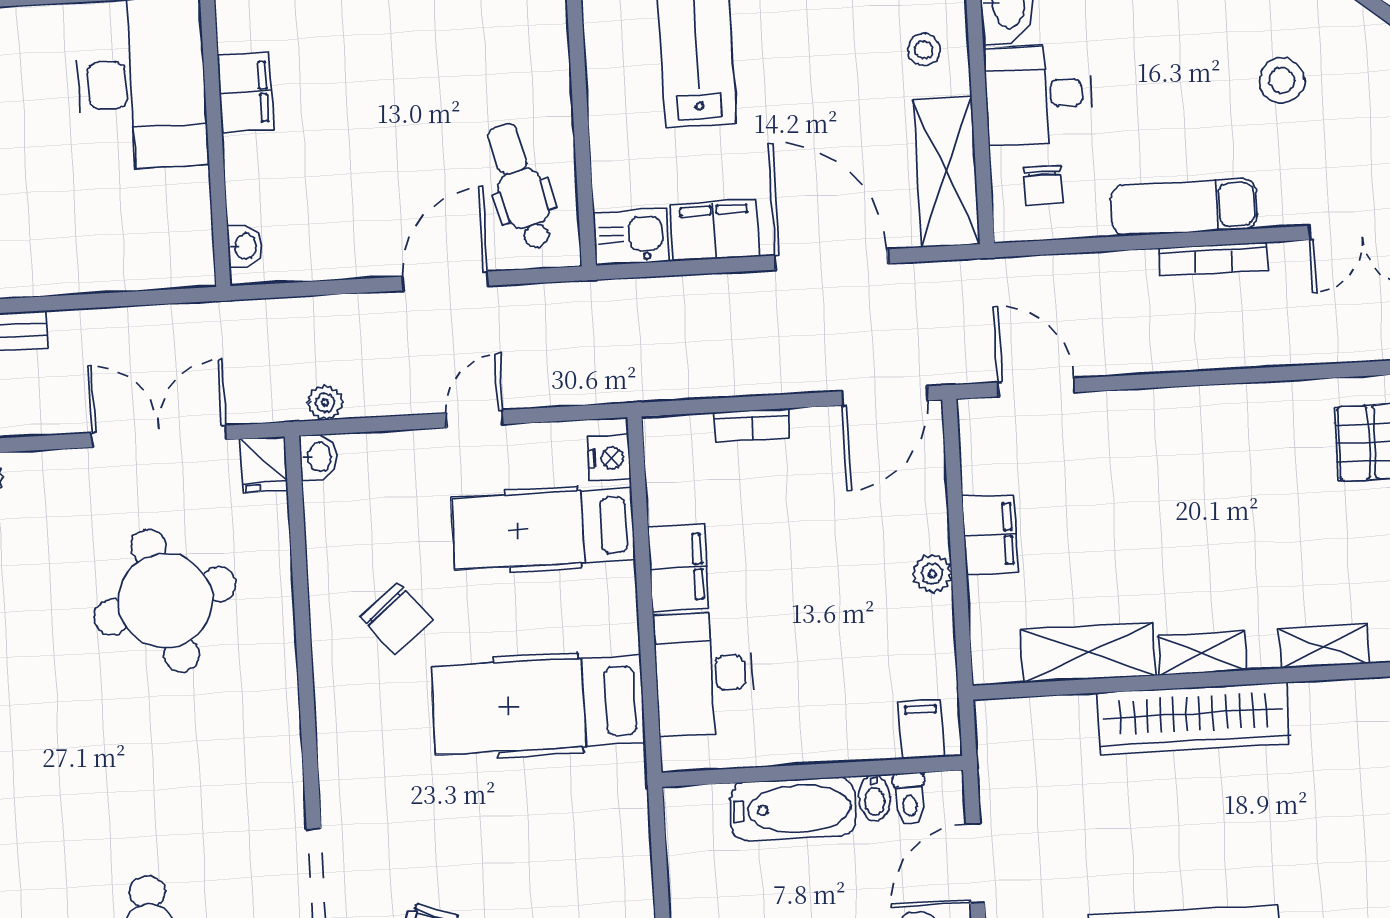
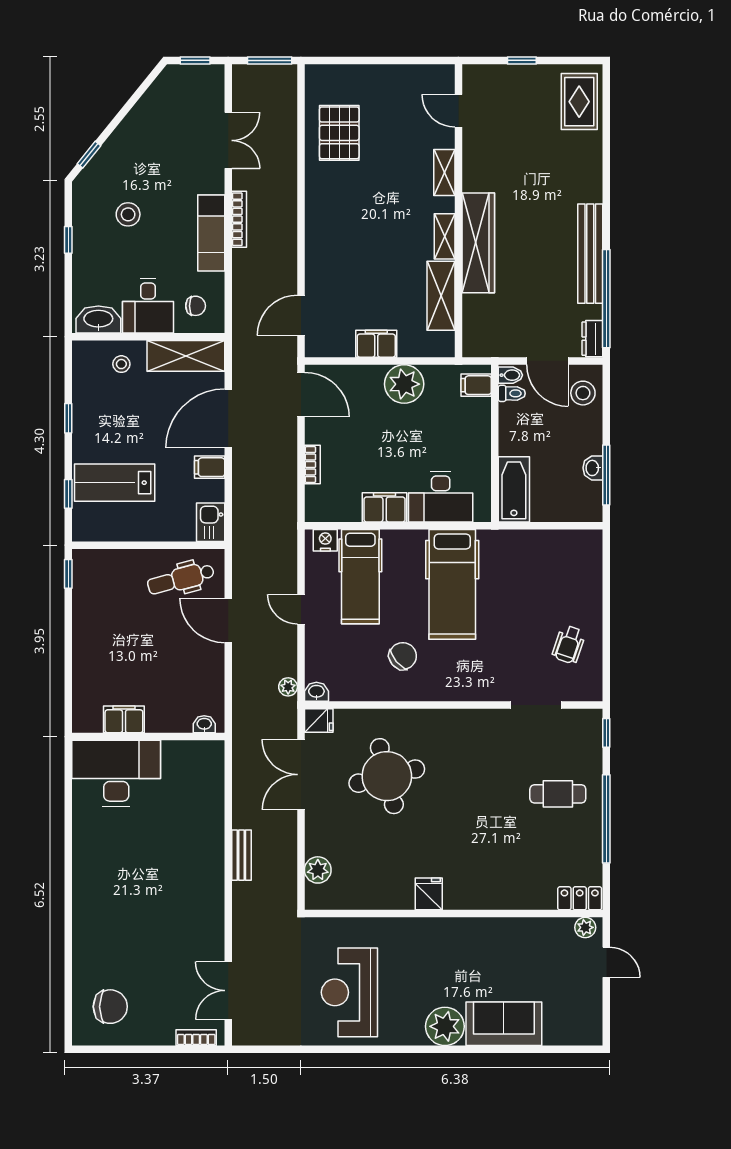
stool: (1282, 80) -> (128, 214), moved
filing cabinet: (715, 230) -> (210, 467), width x0.50
plant: (932, 574) -> (404, 384), width x1.88, depth x1.88
bidet: (874, 798) -> (510, 375), moved
bathtub: (793, 809) -> (514, 489), moved

